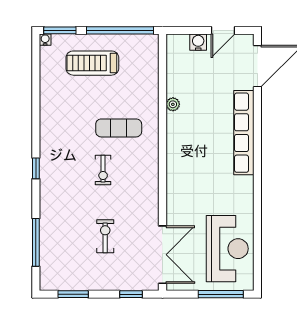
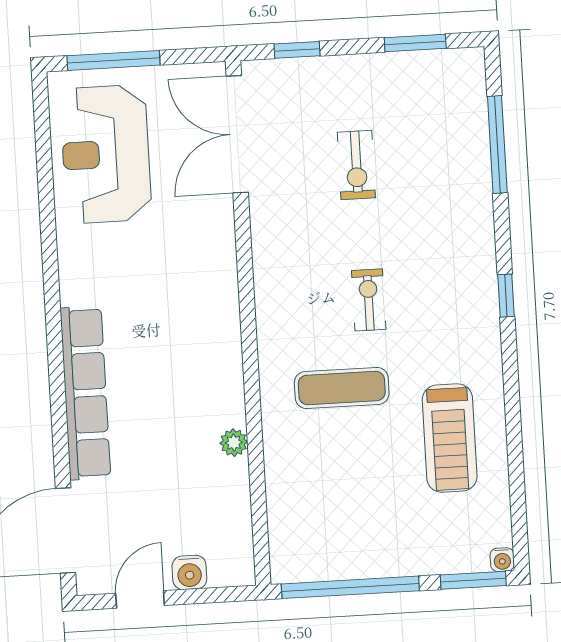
treadmill: (92, 63) -> (450, 438), moved, turned 90

